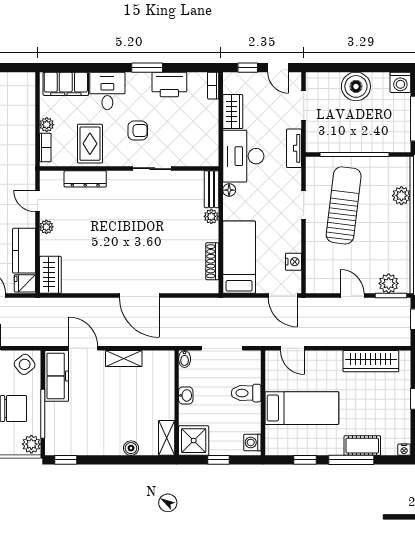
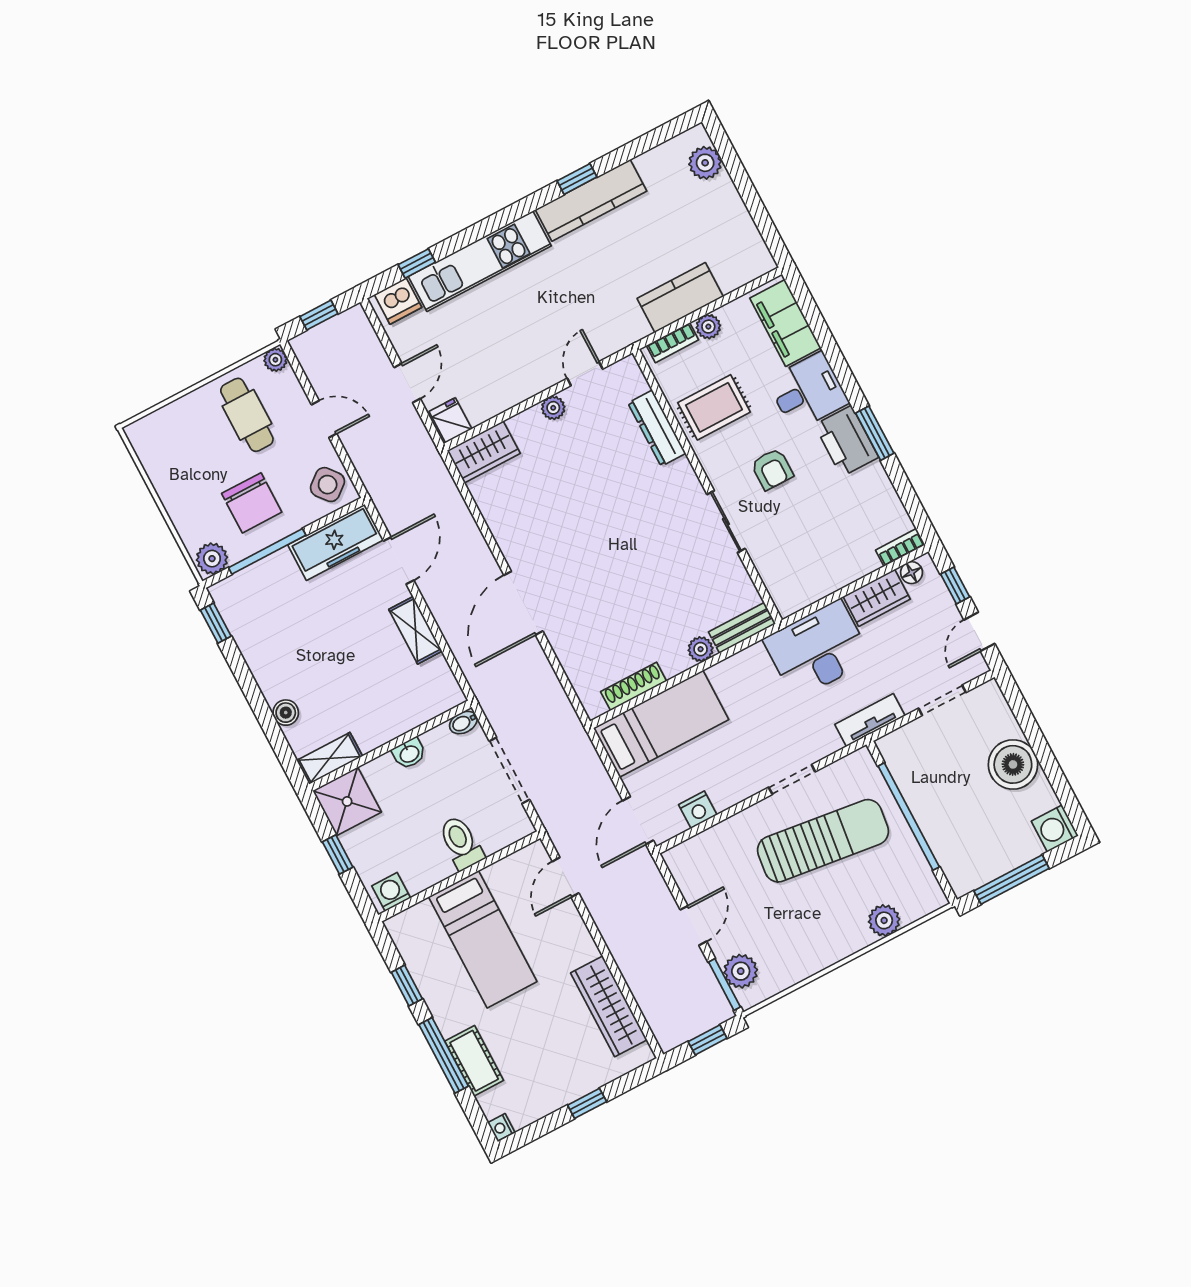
printer: (169, 84) -> (846, 441), moved
floor lamp: (229, 190) -> (912, 573), moved
kitchen counter: (24, 251) -> (680, 298), moved

